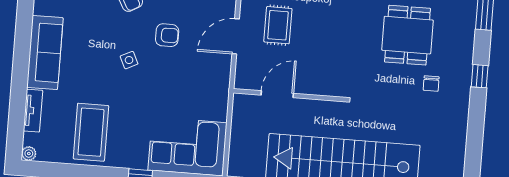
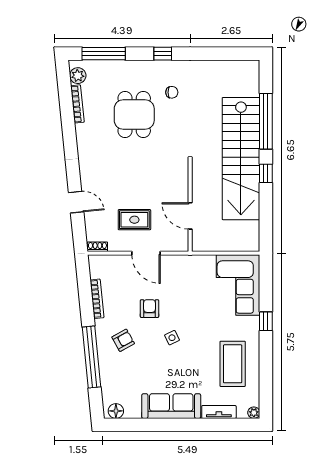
dining table: (407, 35) -> (134, 114), turned 90
coffee table: (91, 132) -> (233, 364), turned 90

